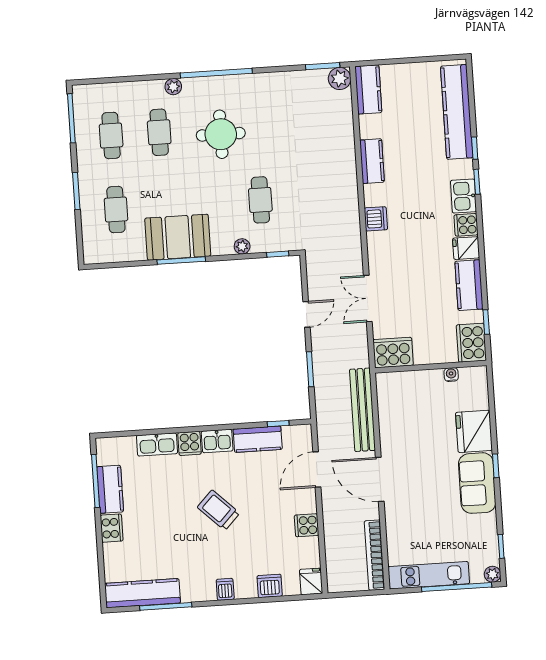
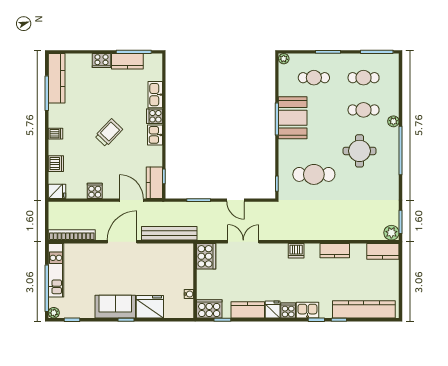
cafe table: (260, 200) -> (314, 174), width x1.37, depth x1.35
plant: (242, 246) -> (284, 59), moved
kitchen counter: (258, 439) -> (154, 183), moved

